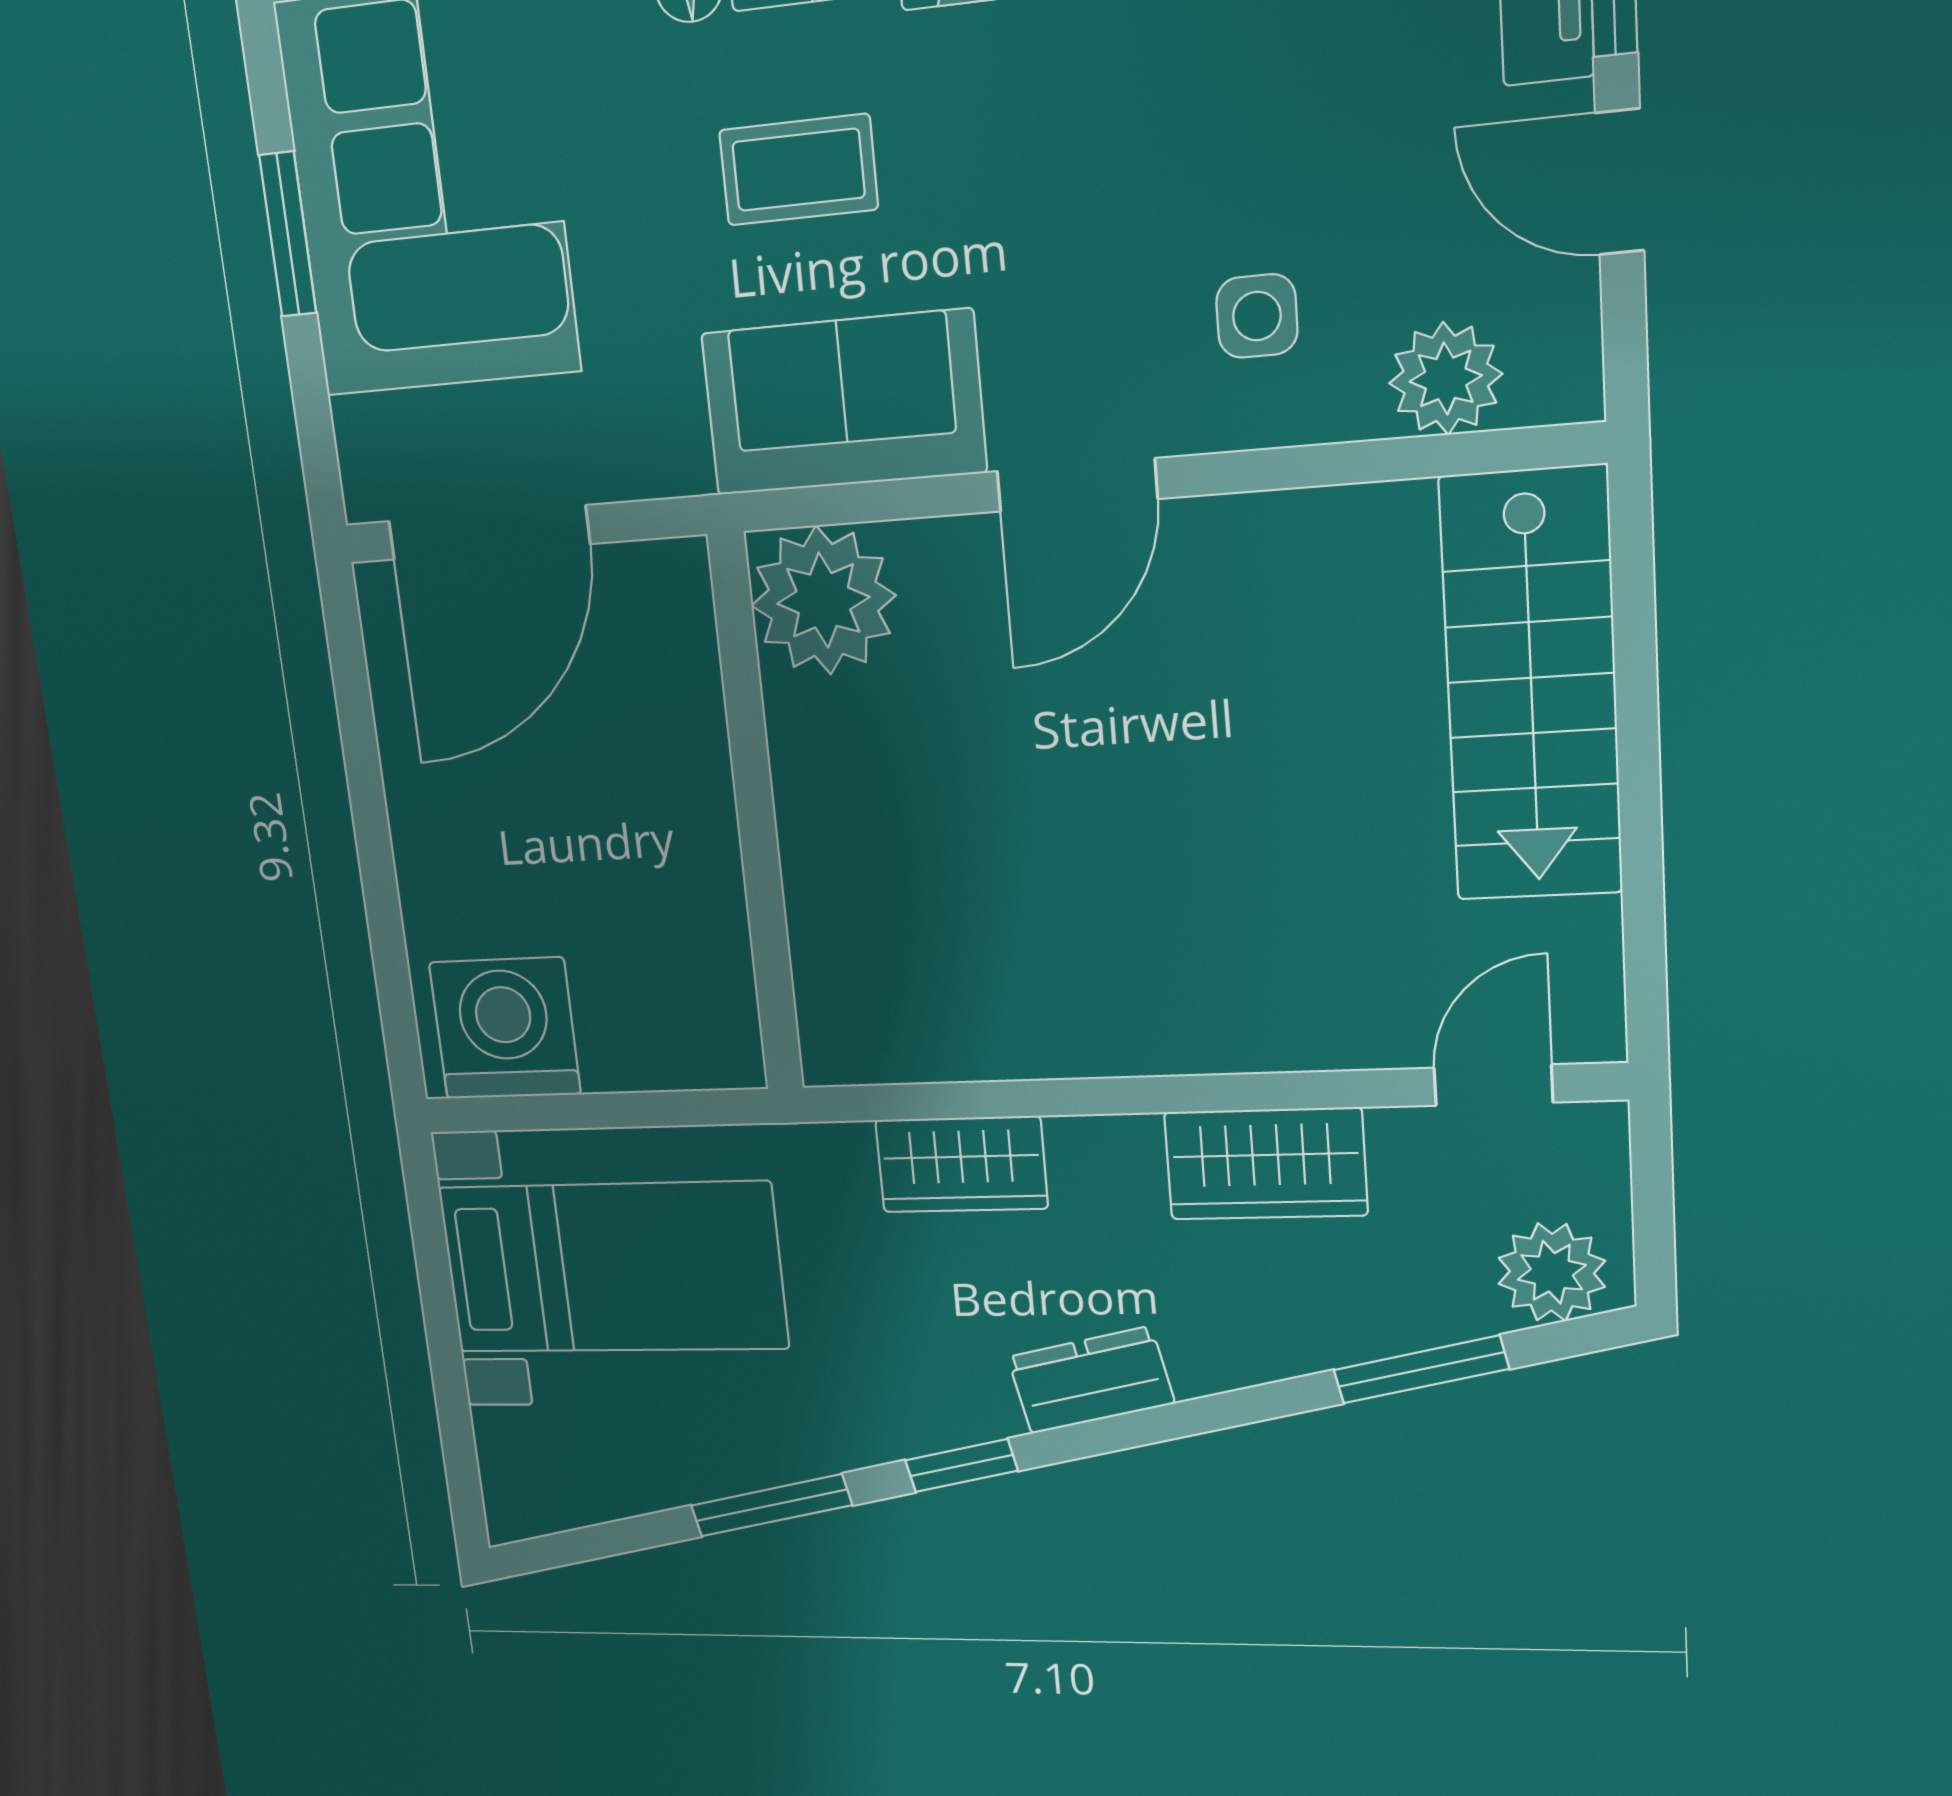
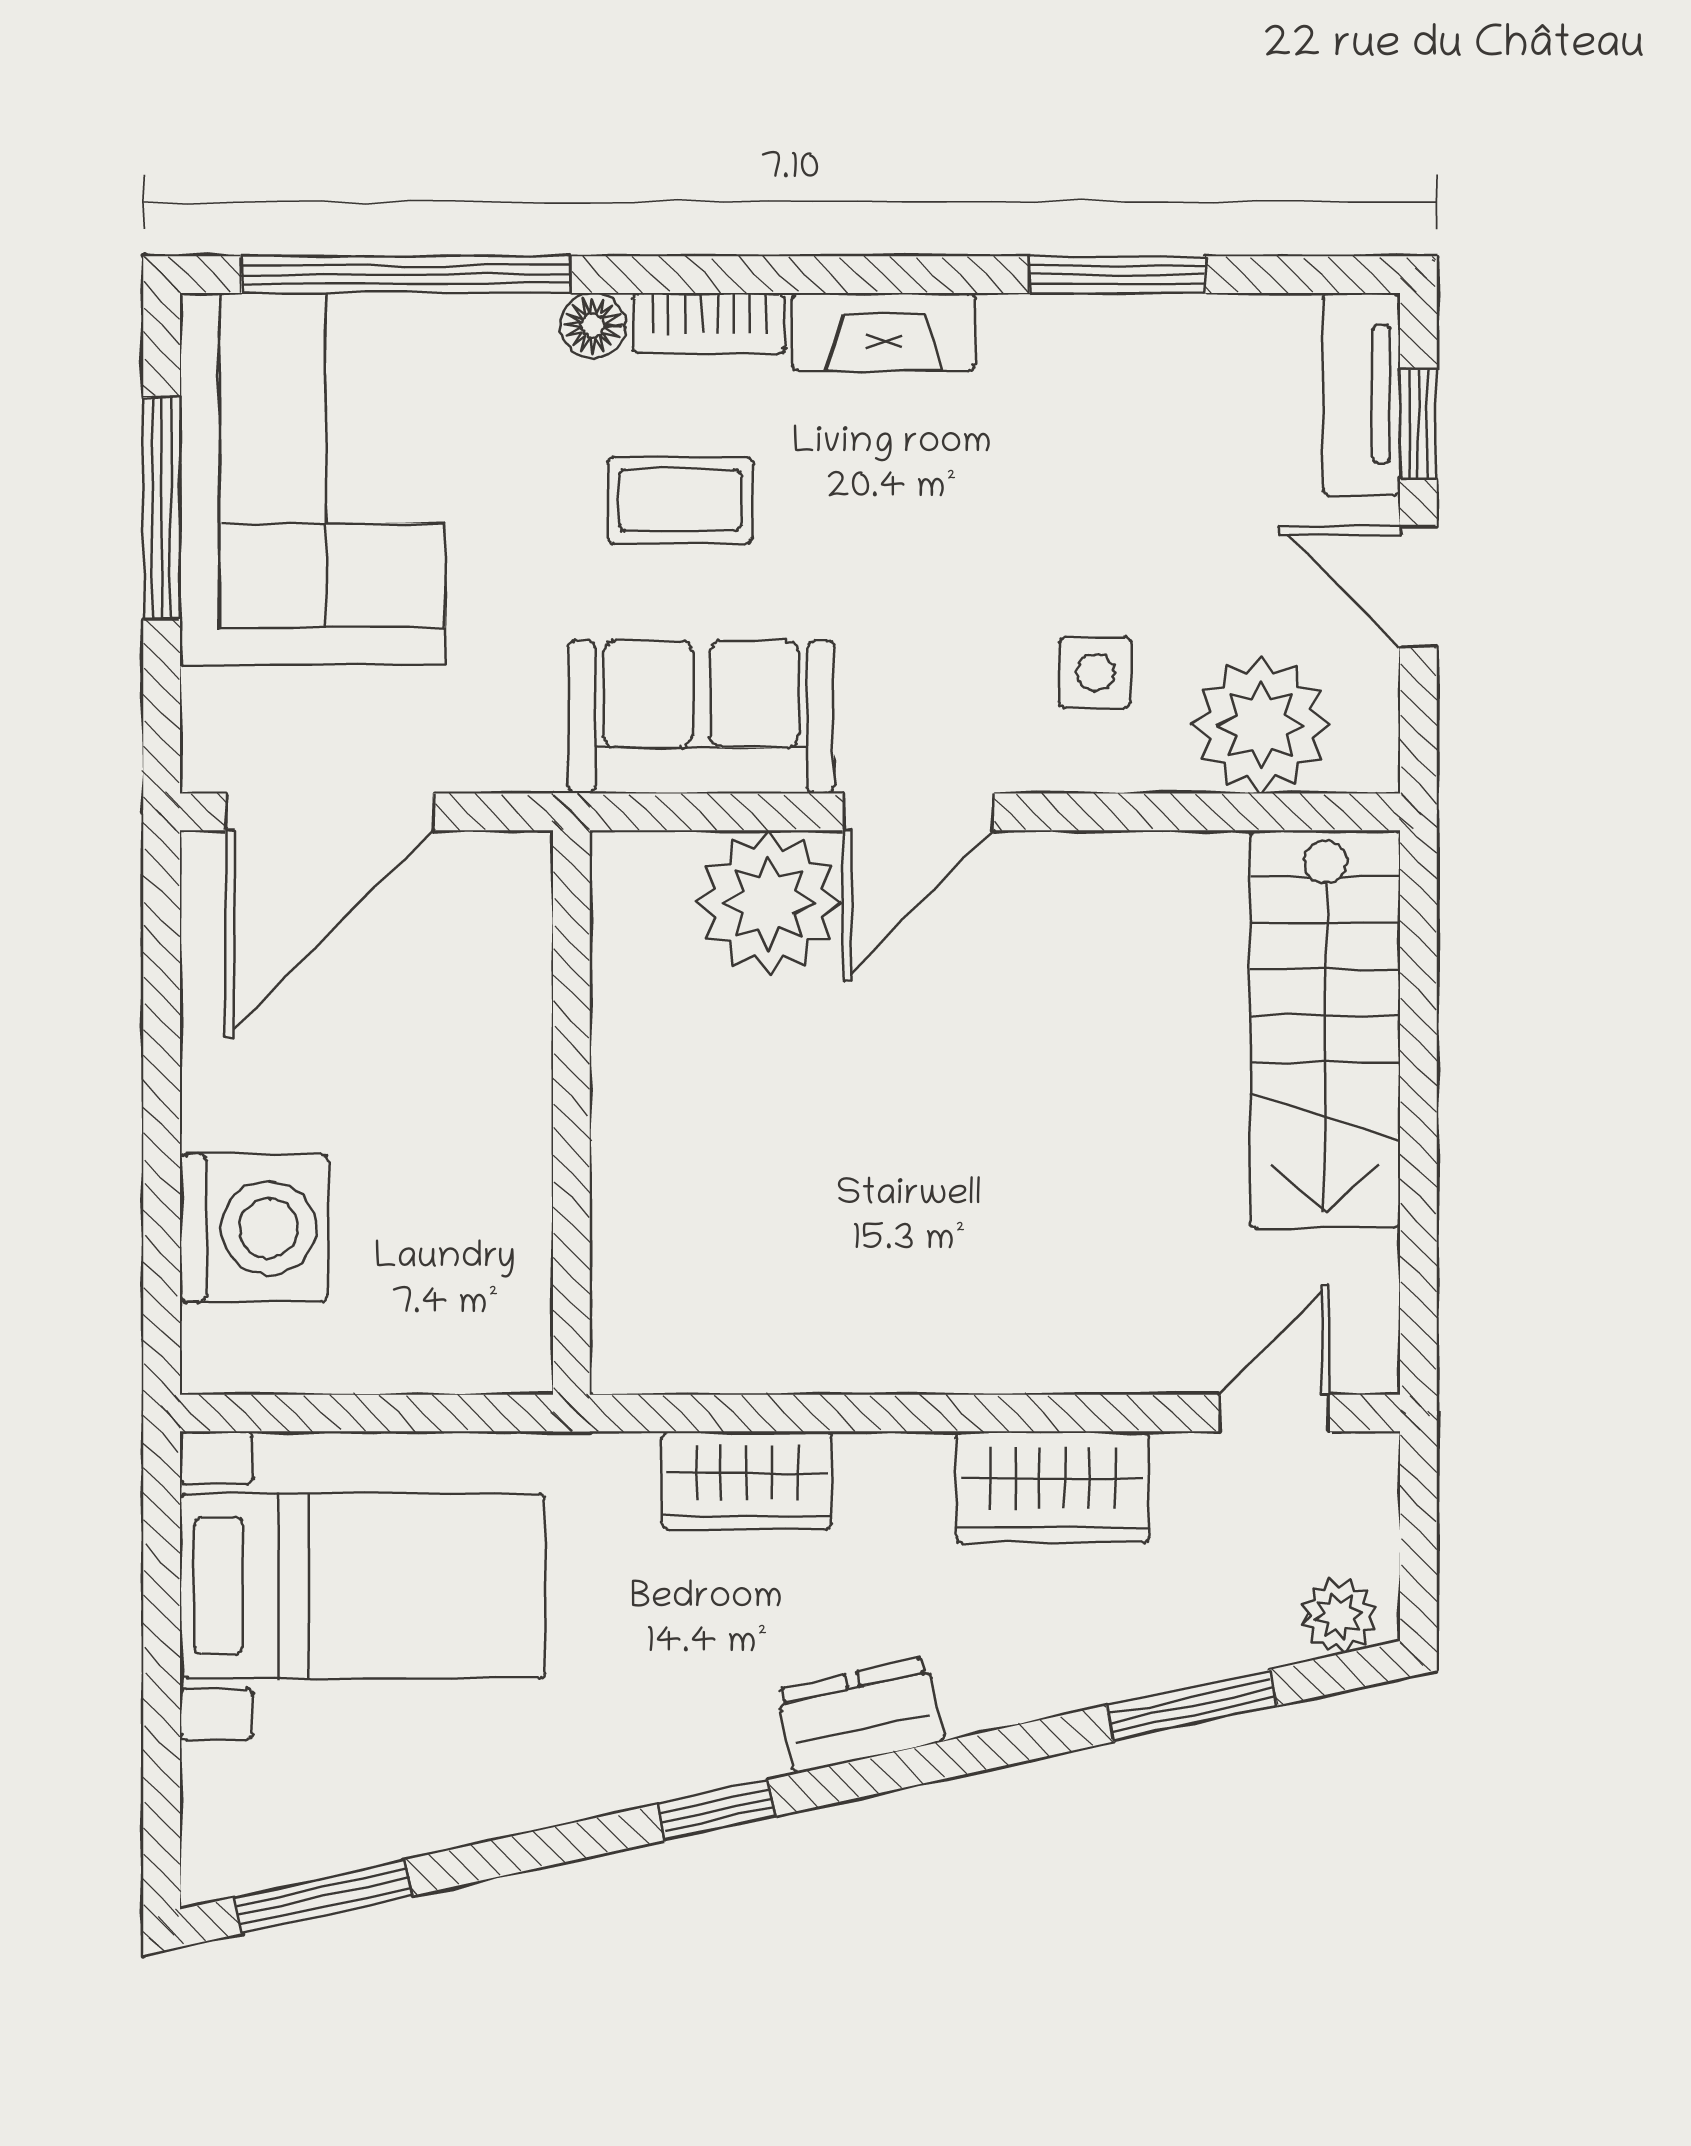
window: (288, 234) -> (162, 508), width x1.44
plant: (1446, 379) -> (1261, 725), width x1.36, depth x1.36
plant: (823, 600) -> (769, 903), moved
washing machine: (505, 1028) -> (254, 1228), moved, turned 90
plant: (1552, 1272) -> (1339, 1616), width x0.73, depth x0.73
window: (771, 1505) -> (323, 1897), moved

